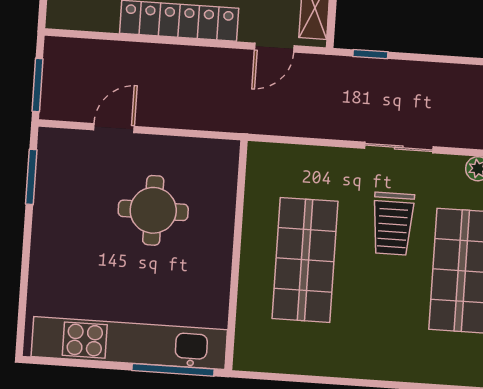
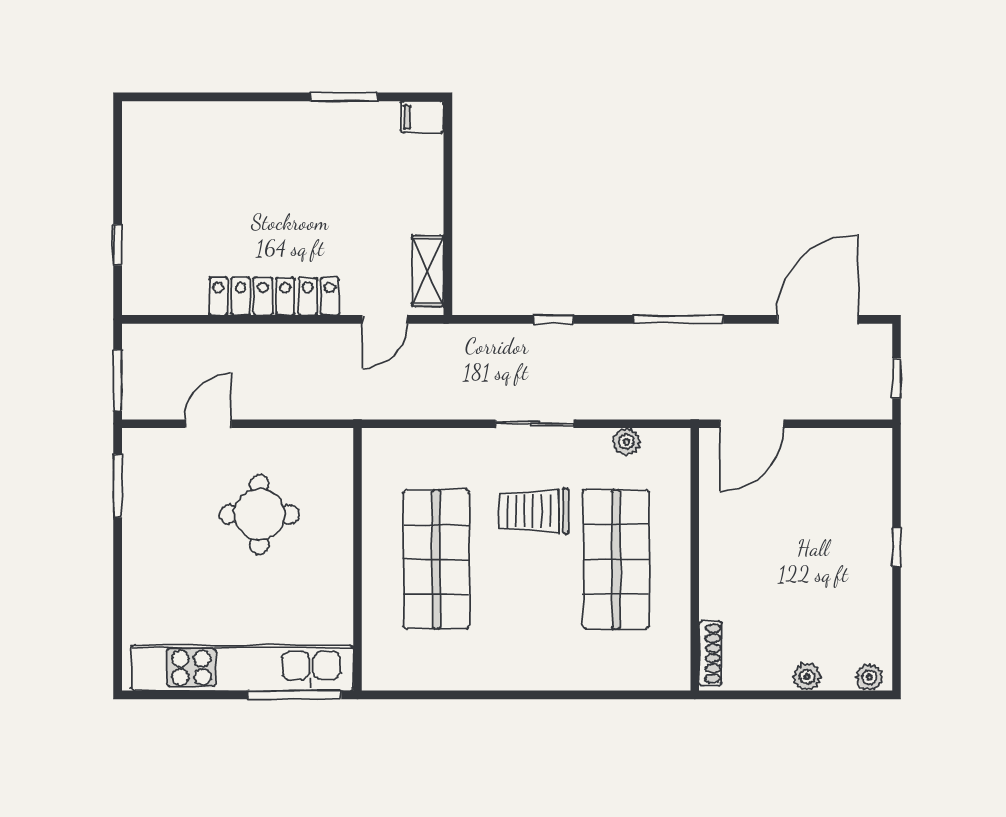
window: (370, 54) -> (553, 319), moved
trolley: (393, 224) -> (534, 511), turned 90

